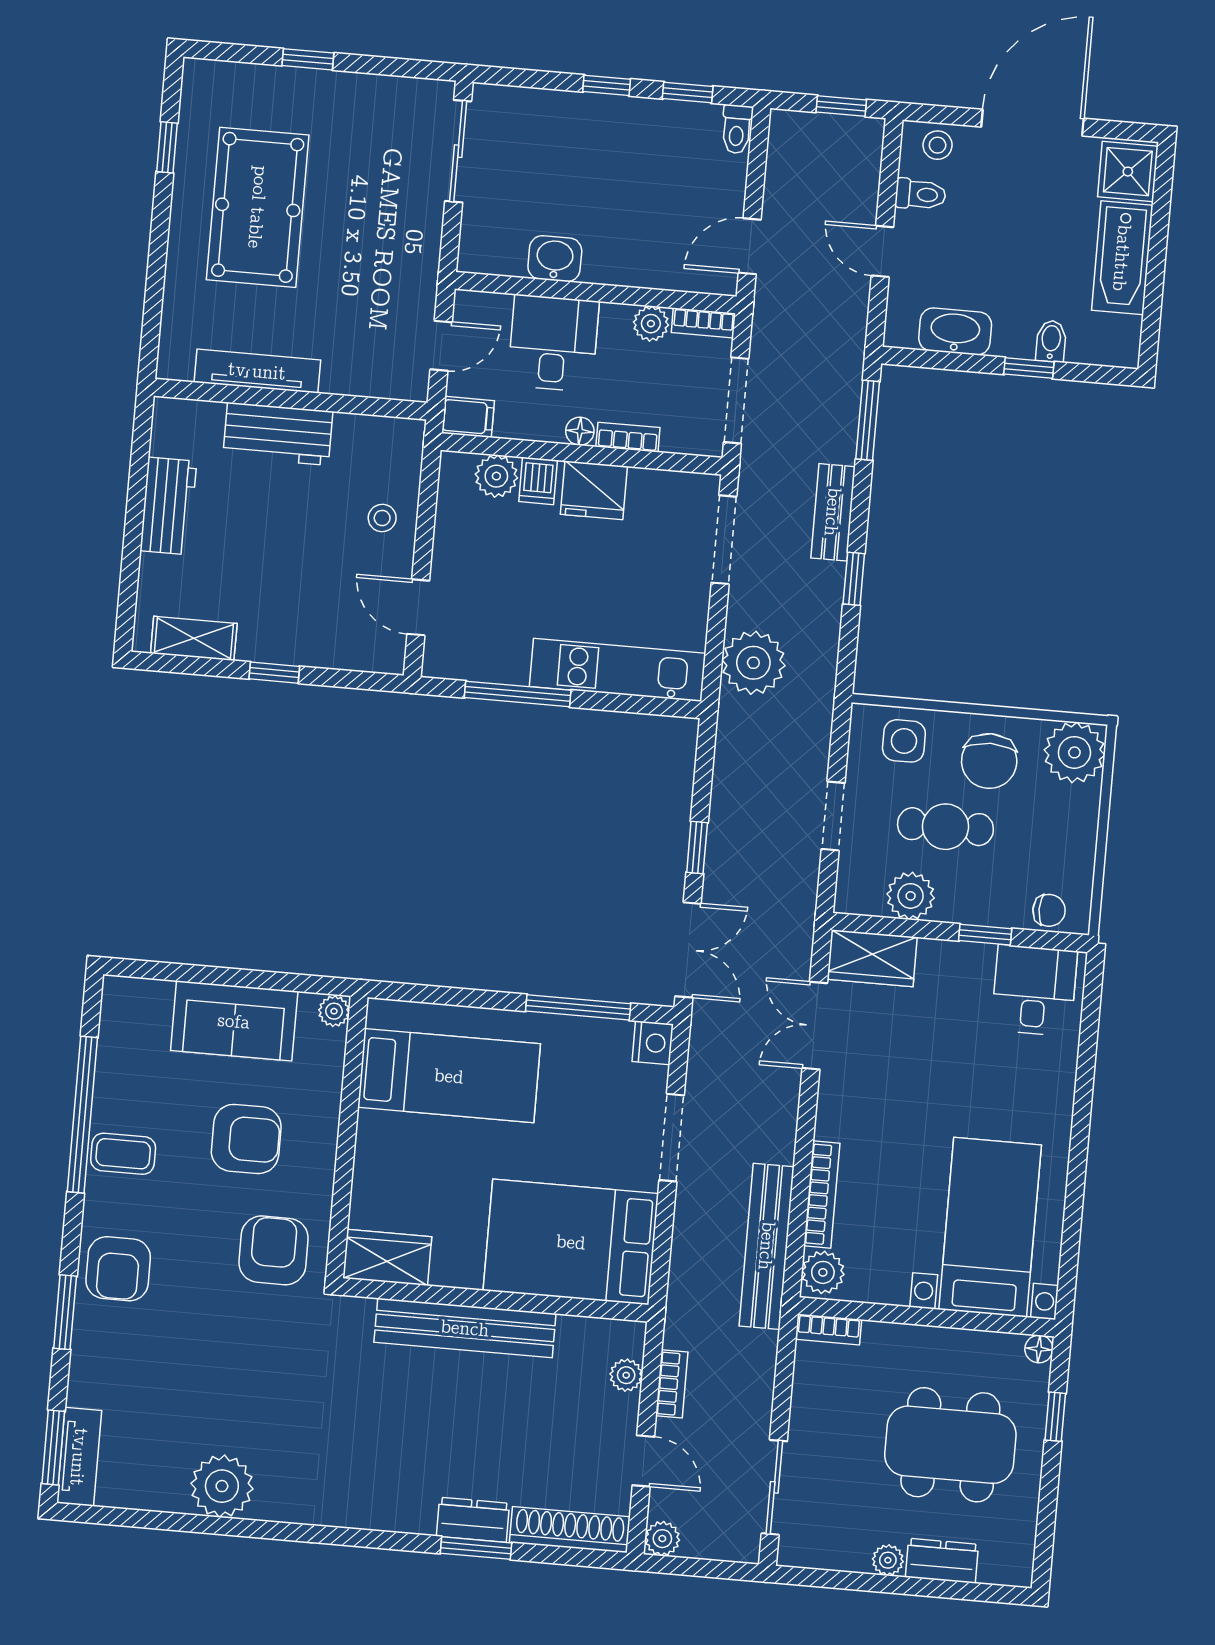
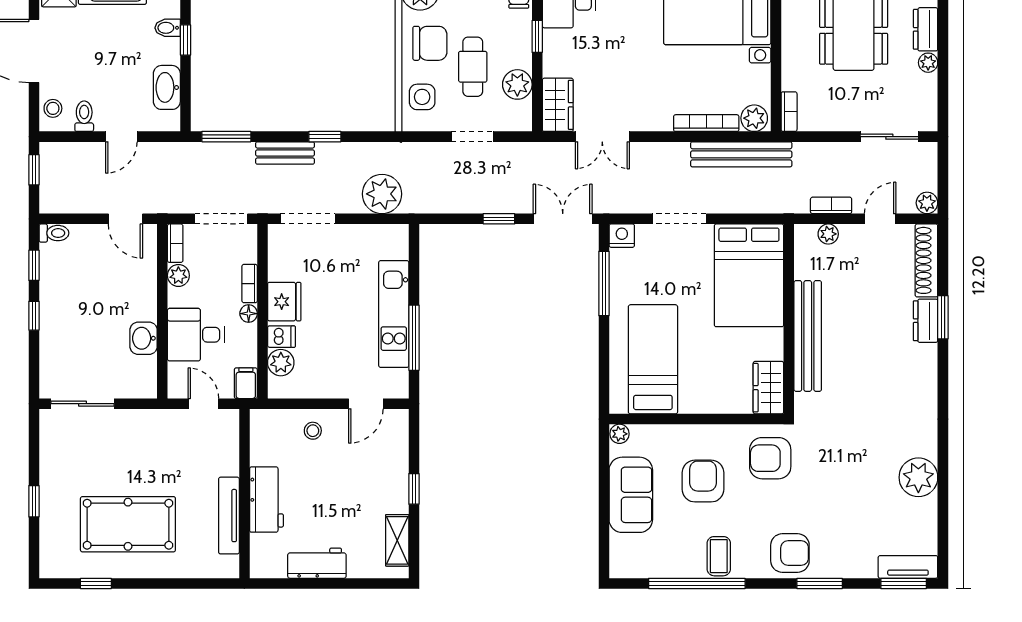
kitchen unit: (618, 670) -> (394, 314), moved

